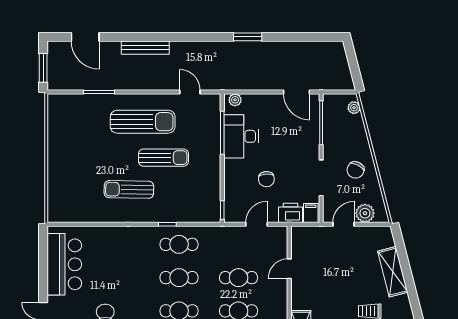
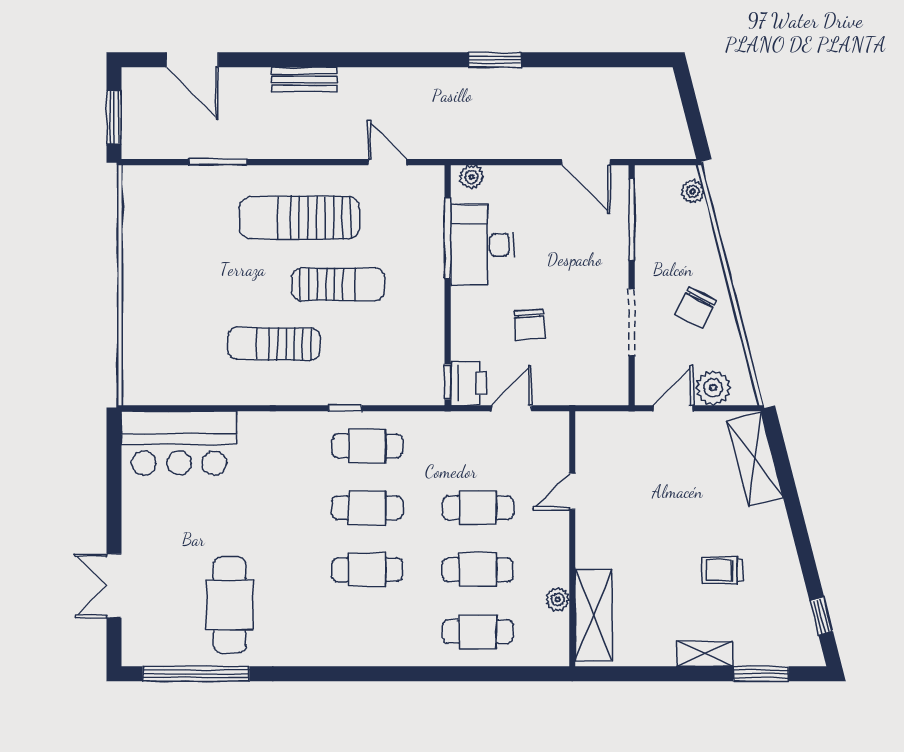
bench: (145, 48) -> (304, 80), width x0.73
sun lounger: (143, 122) -> (299, 218), turned 180
printer: (290, 213) -> (469, 383), moved, turned 90
filing cabinet: (311, 213) -> (612, 388), removed
bar counter: (64, 264) -> (179, 443), moved, turned 90
shelving: (393, 272) -> (755, 459), moved

